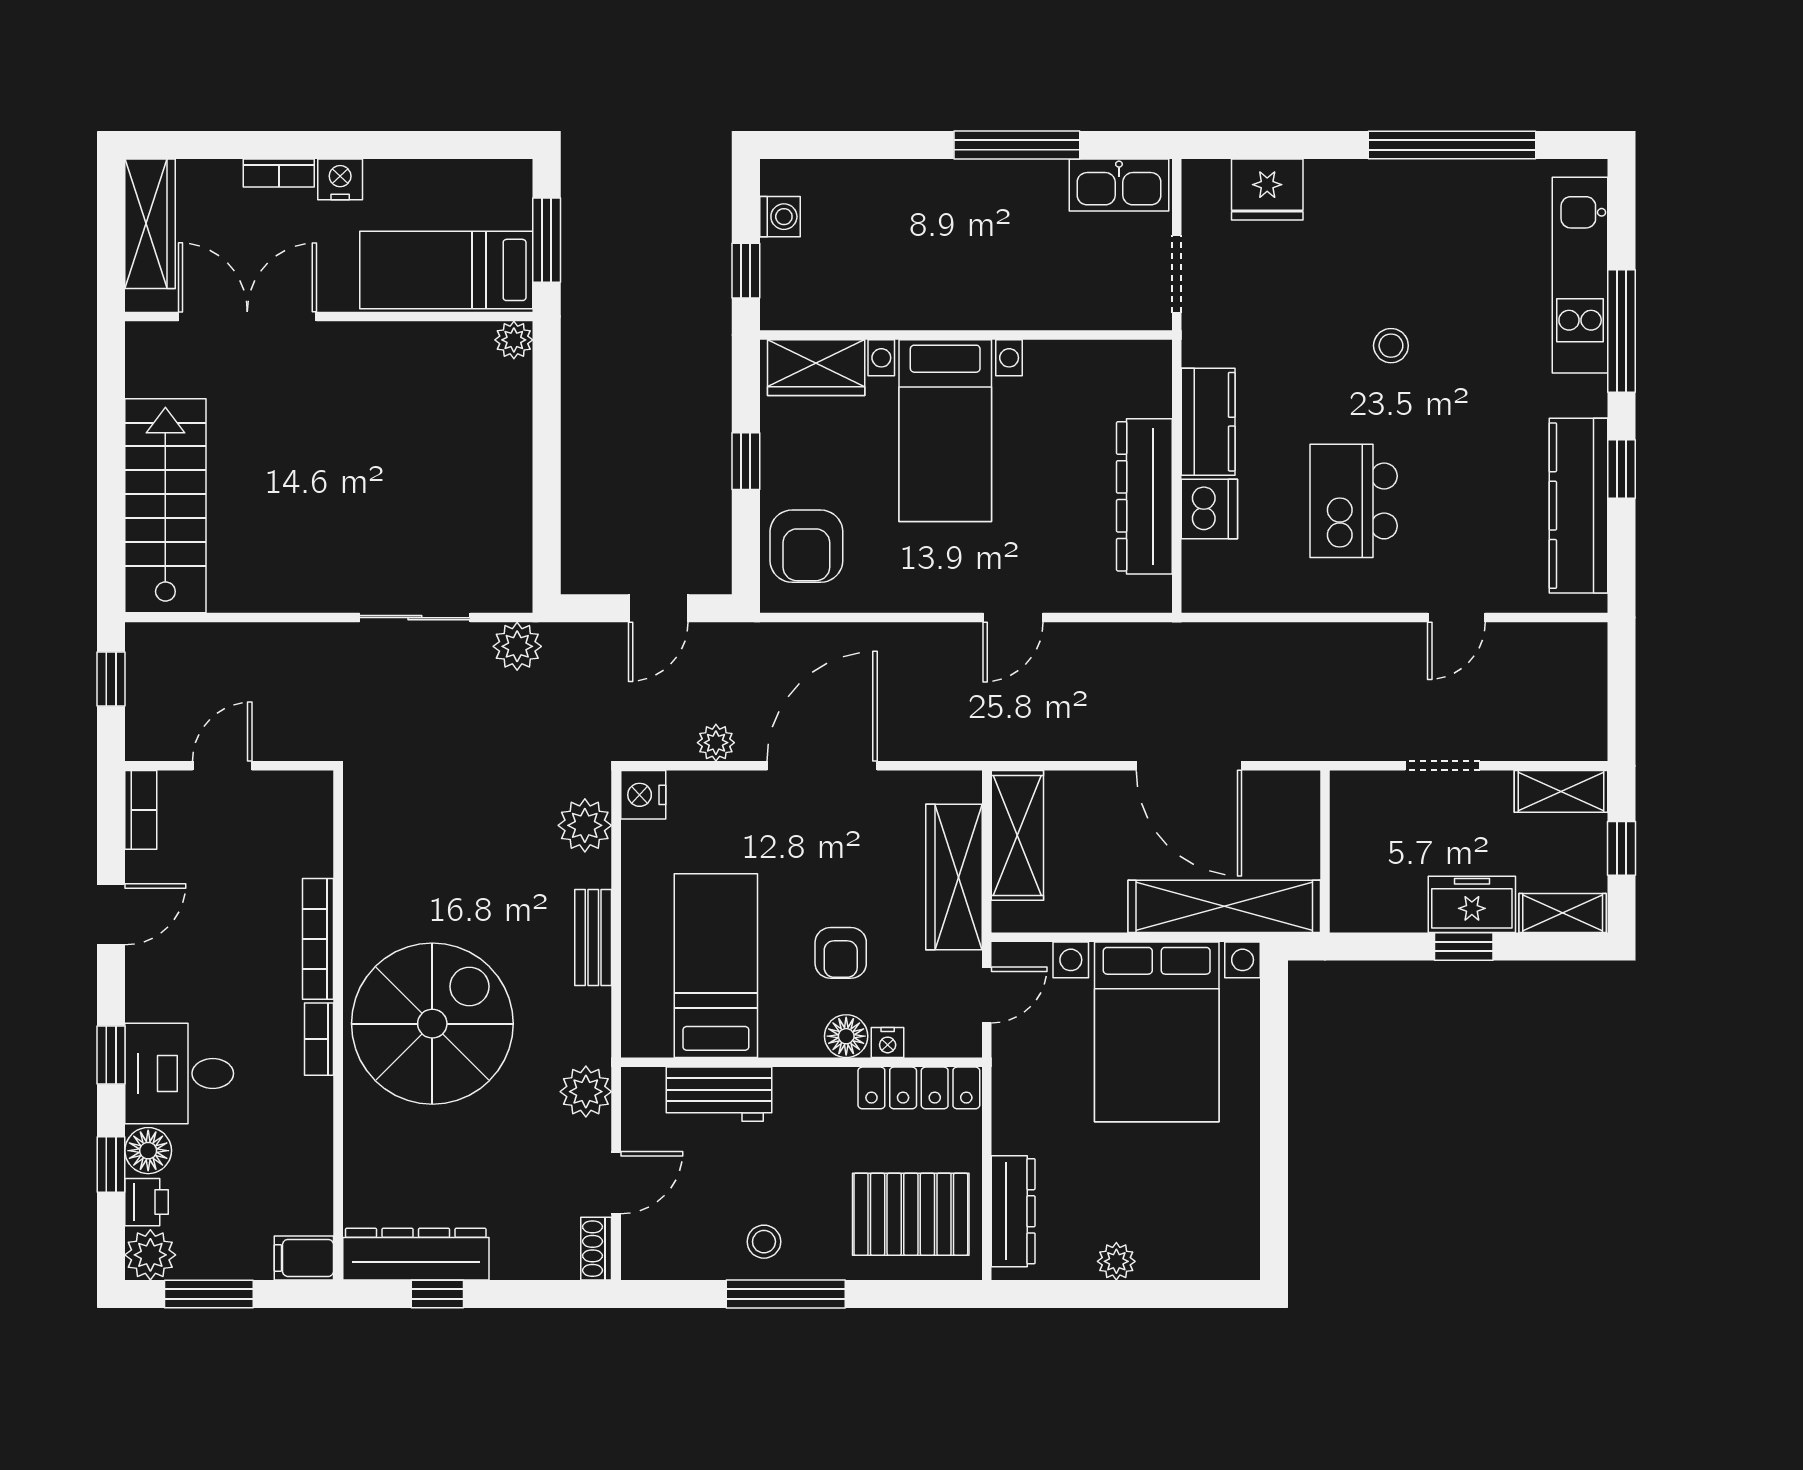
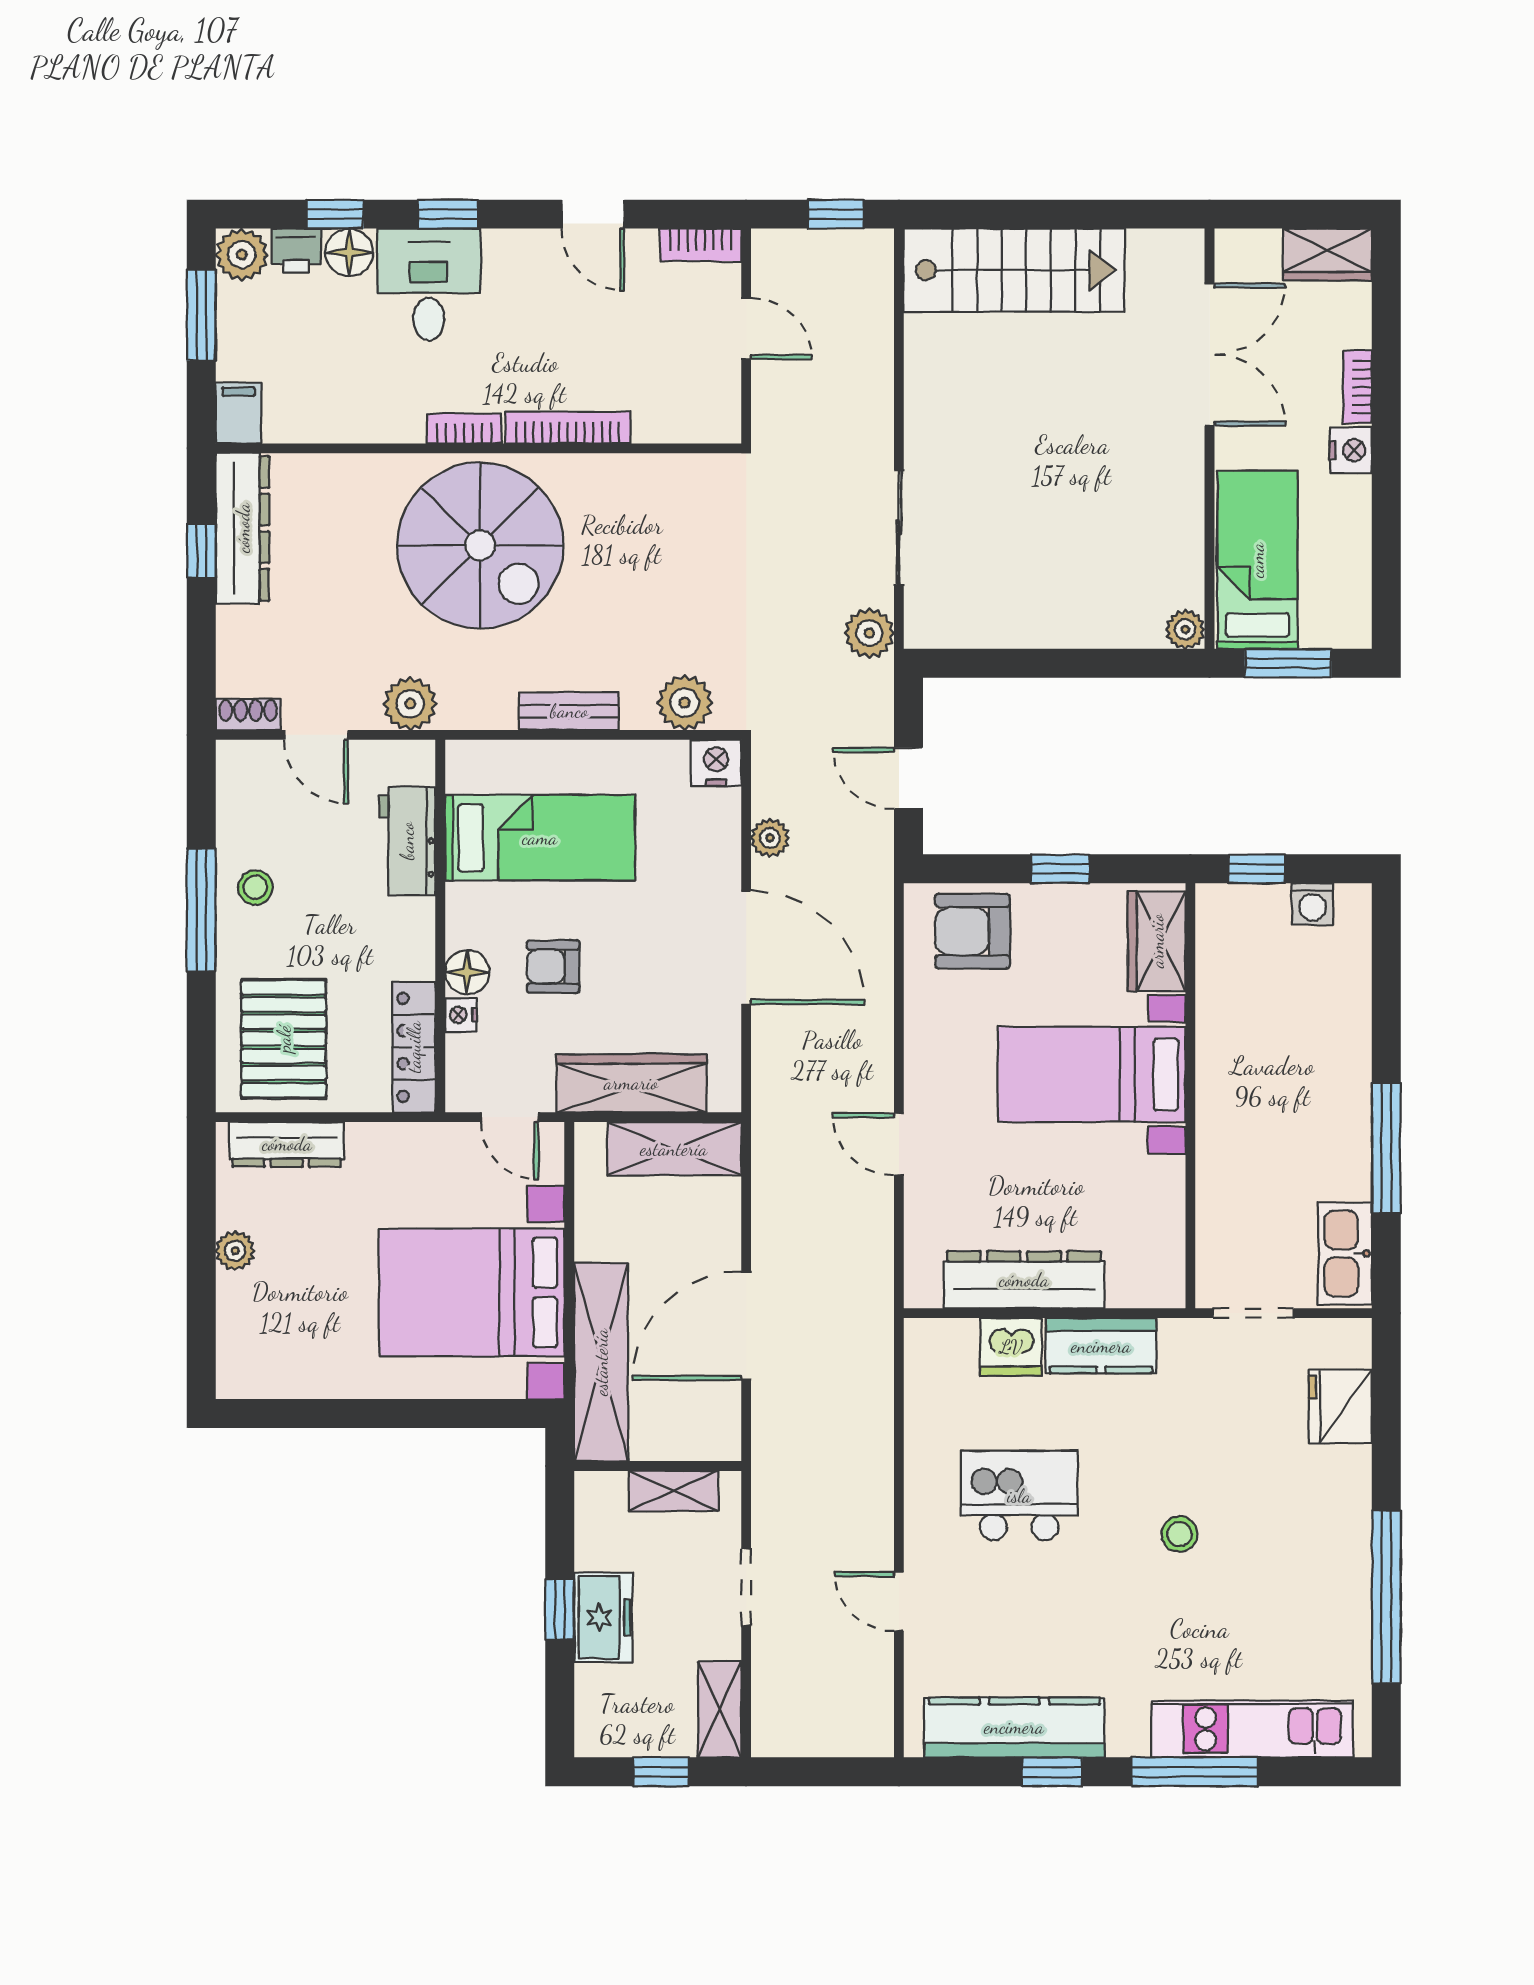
wardrobe: (150, 224) -> (1327, 254), width x0.67
shelving: (1563, 913) -> (674, 1491), moved, turned 90

